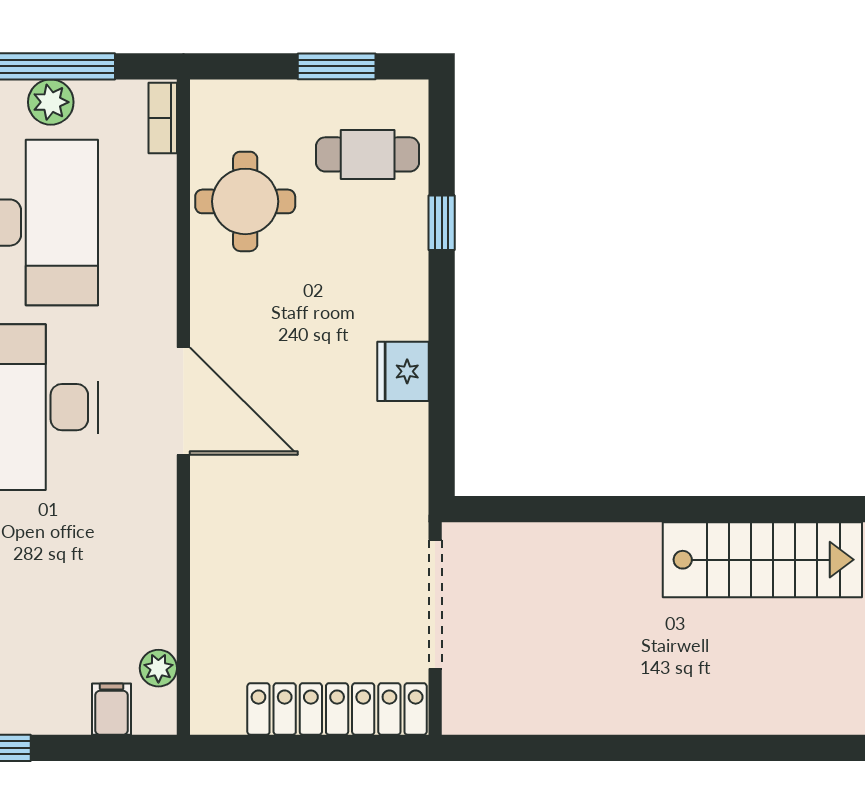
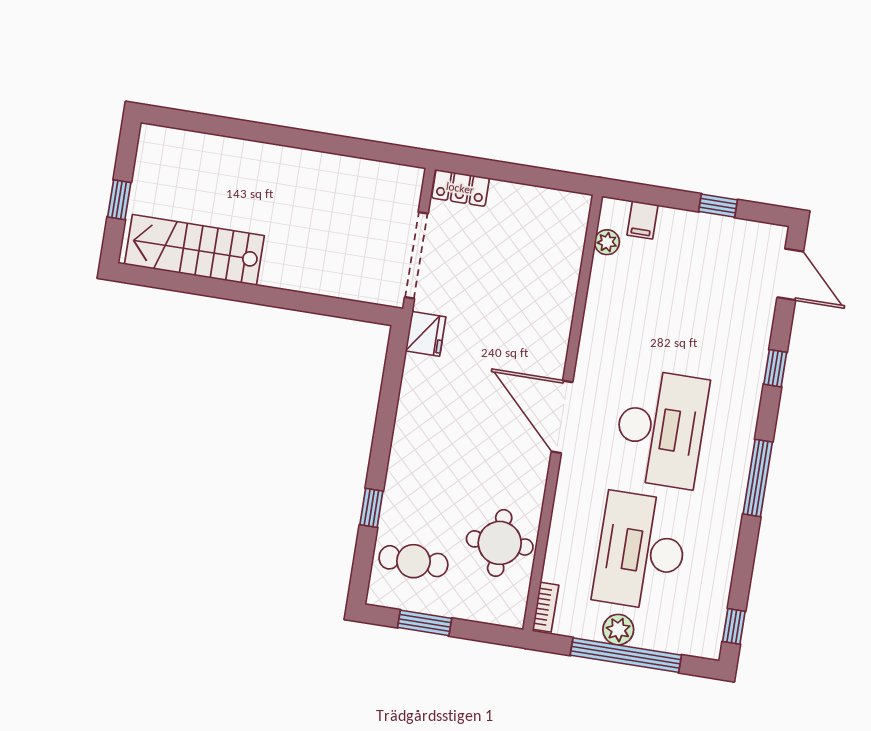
fridge: (403, 371) -> (426, 334), moved
locker: (337, 709) -> (460, 188), width x0.46, depth x0.83

